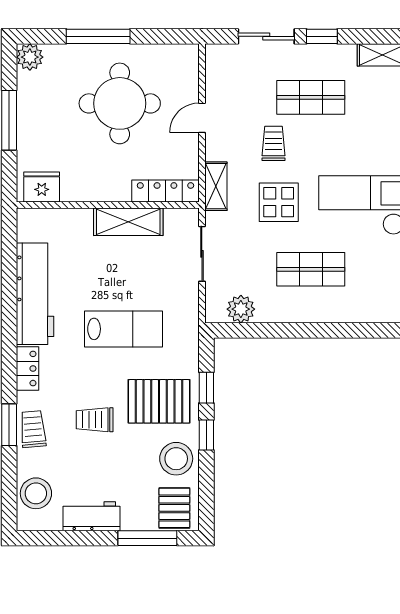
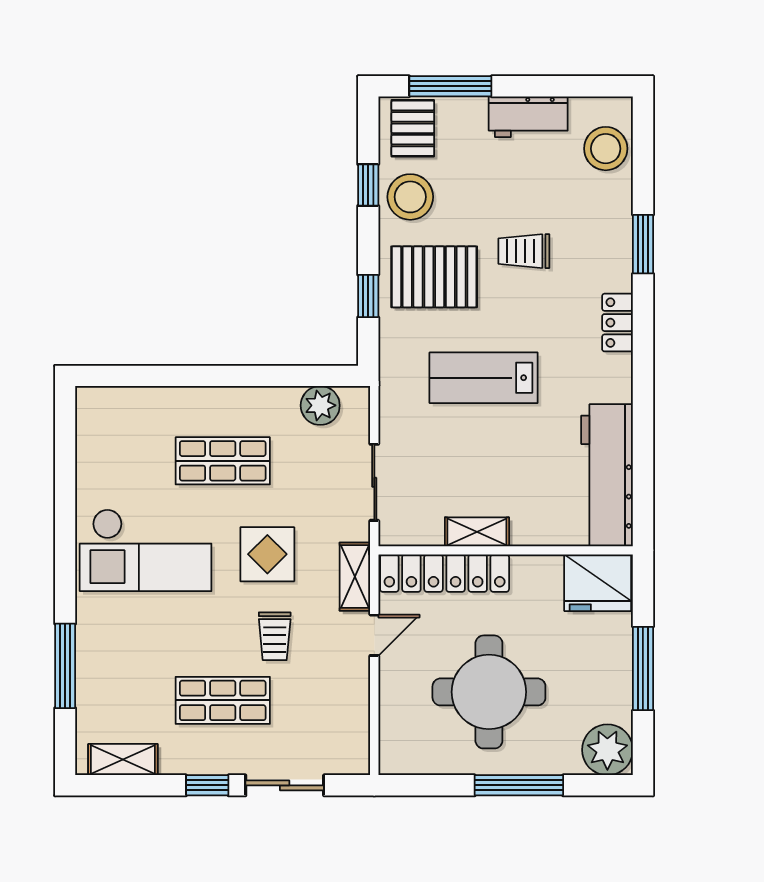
plant: (30, 57) -> (607, 750), width x1.36, depth x1.36
door: (202, 118) -> (374, 635), moved
fridge: (42, 187) -> (598, 583), width x1.36, depth x1.34
locker: (165, 191) -> (445, 573), width x1.41, depth x1.21
shelving: (128, 222) -> (477, 532), width x0.67, depth x0.75
workbench: (35, 294) -> (607, 475), moved
trolley: (95, 420) -> (524, 251), turned 180
trolley: (33, 429) -> (610, 238), removed
window: (206, 435) -> (368, 185), moved

